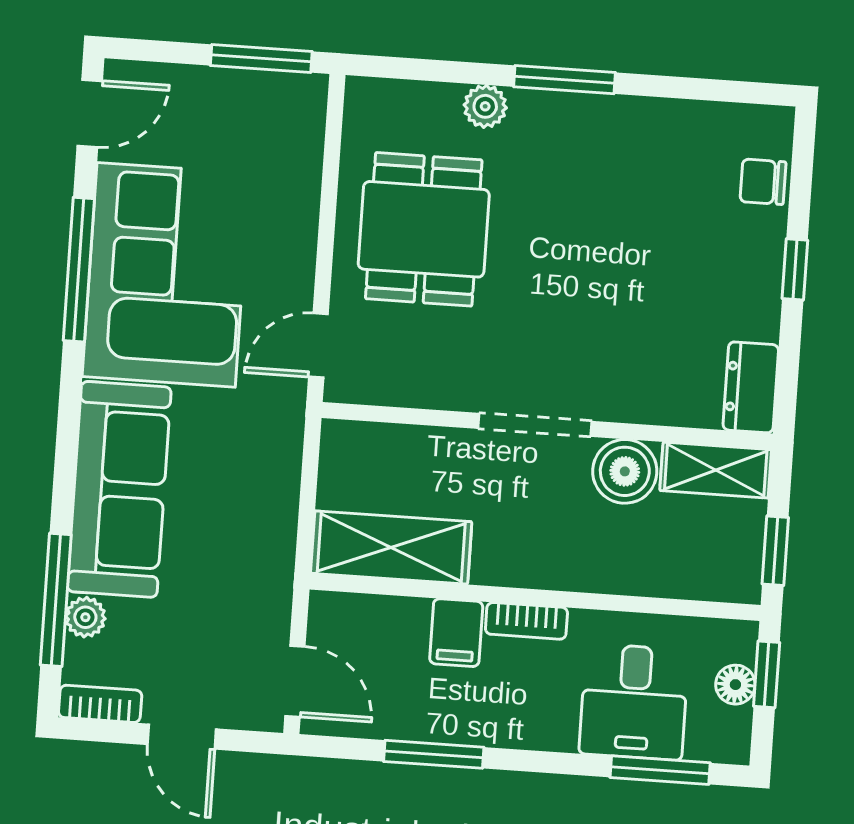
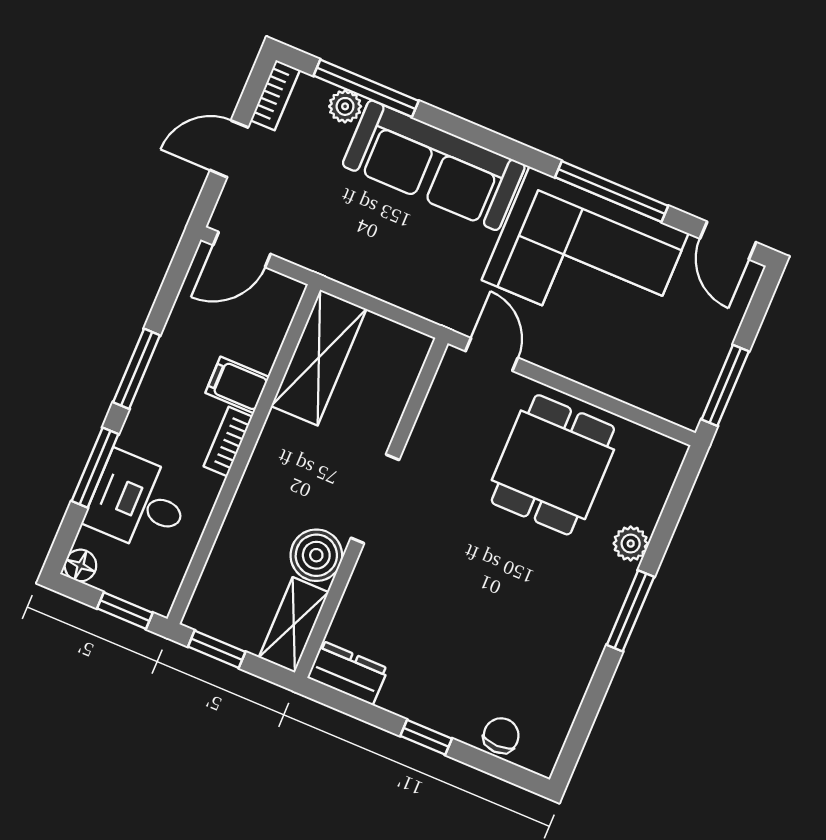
dining table: (424, 229) -> (553, 465), turned 90
floor lamp: (735, 685) -> (80, 565), moved
window: (434, 754) -> (137, 369), moved
window: (660, 770) -> (95, 468), moved

